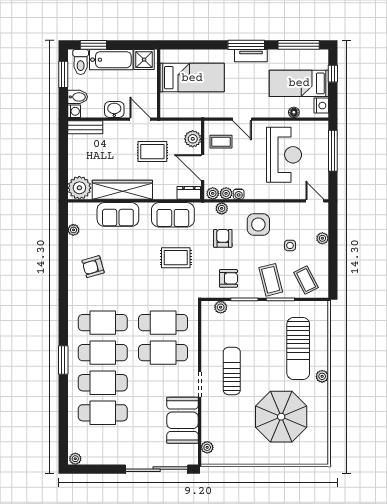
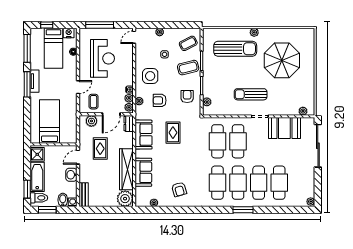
reception desk: (284, 155) -> (102, 58), turned 90

